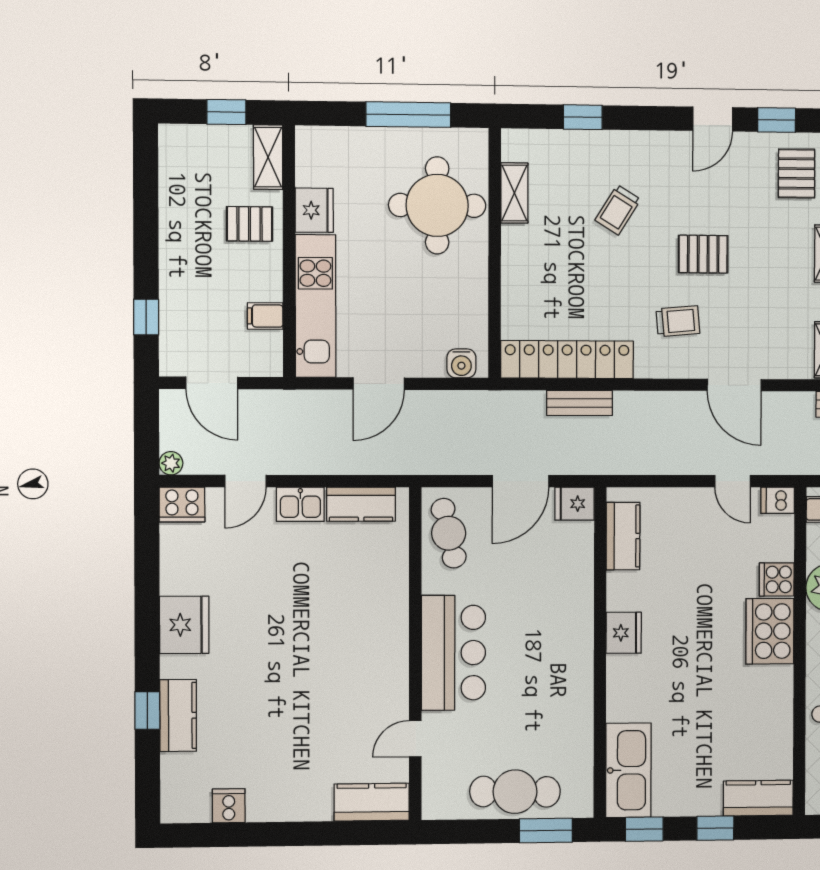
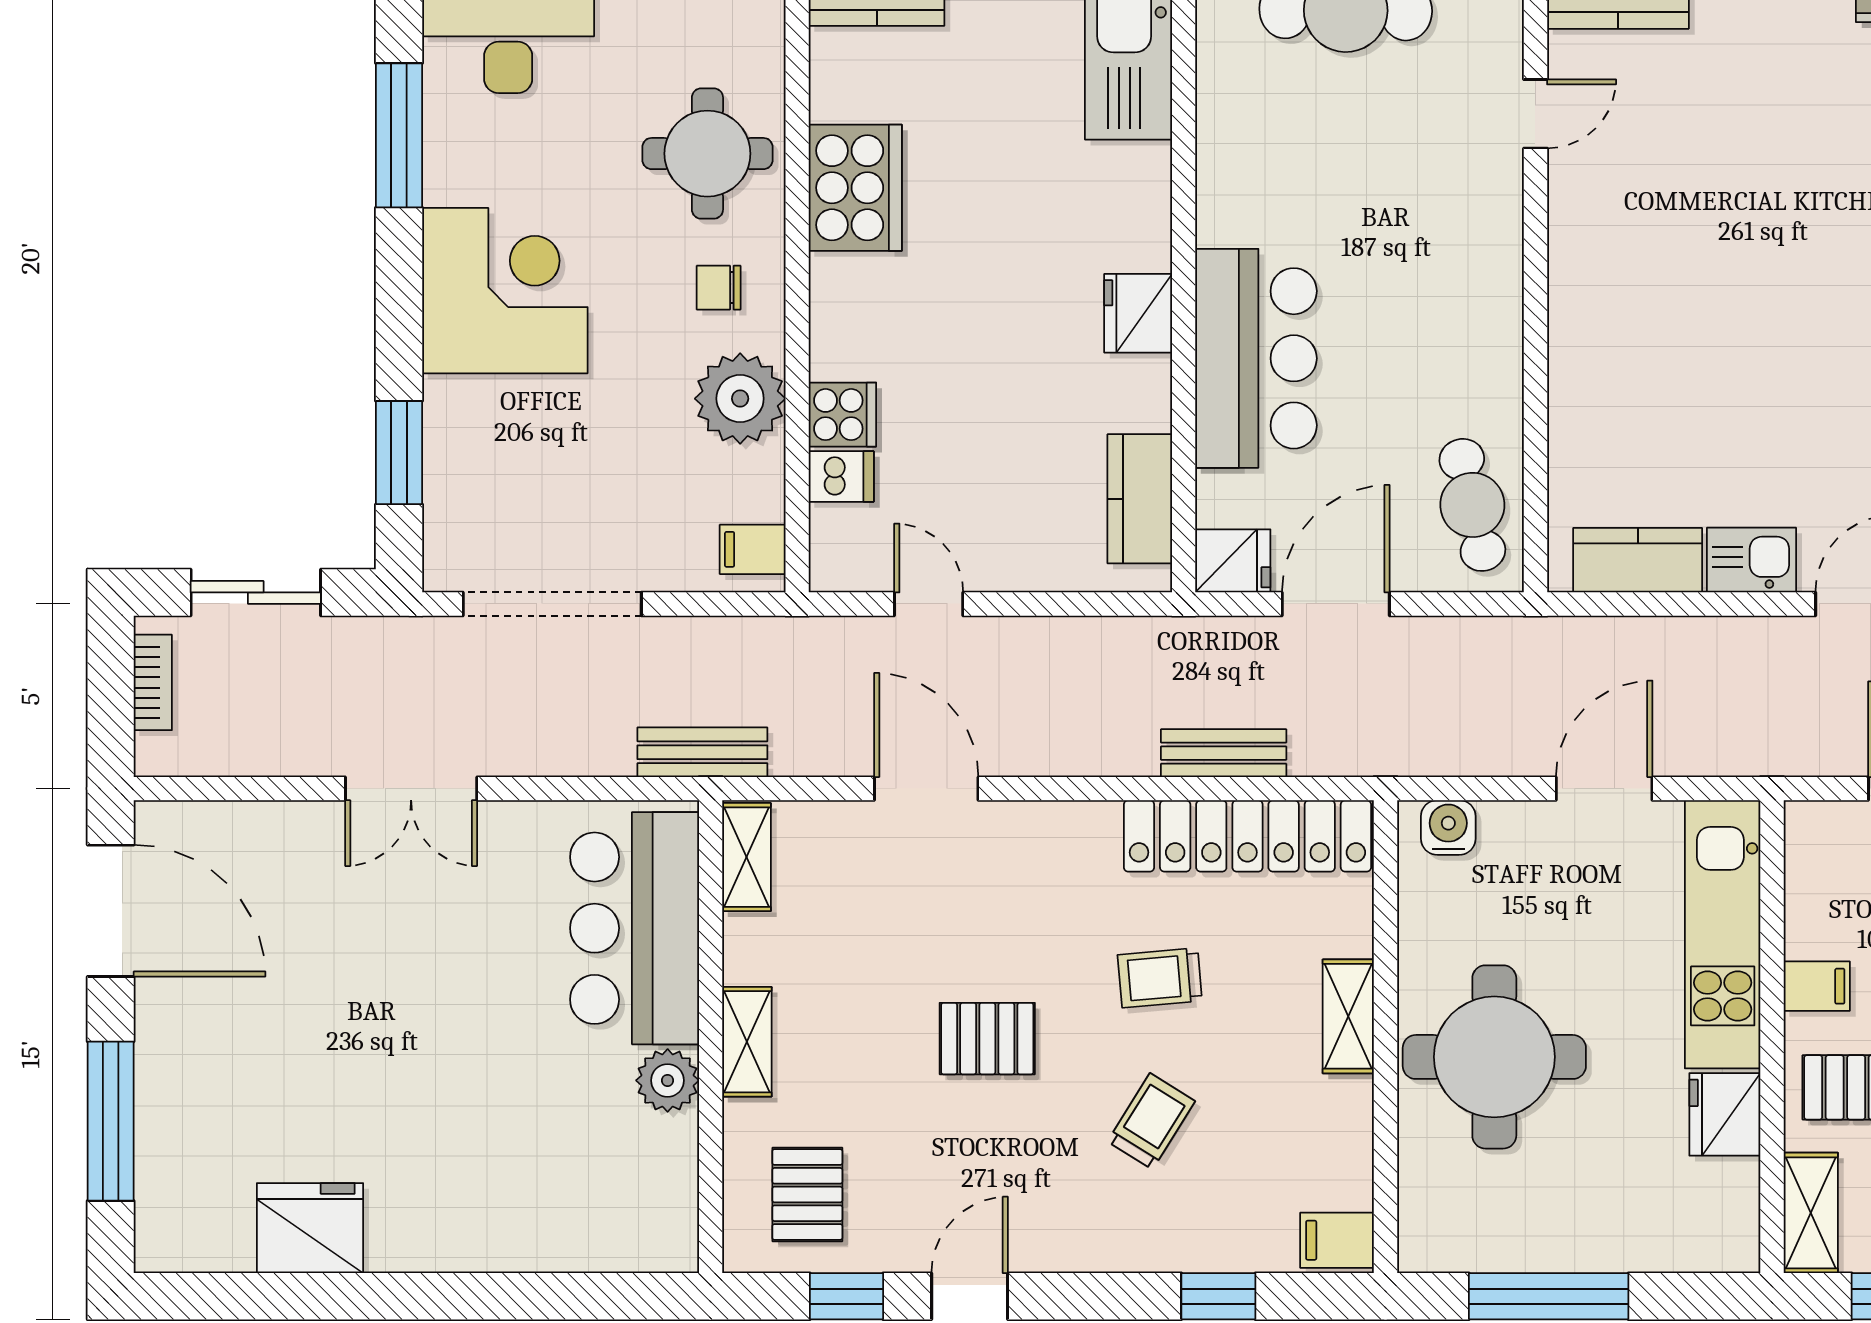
filing cabinet: (520, 146) -> (1337, 1240), added
shelving: (514, 193) -> (1348, 1016), moved
round table: (437, 205) -> (1494, 1057), moved
filing cabinet: (265, 316) -> (1817, 986), moved
trolley: (678, 321) -> (1160, 978), moved
dishwasher: (778, 500) -> (841, 476), moved
cooker: (770, 631) -> (855, 188), moved
bar counter: (453, 653) -> (1256, 358), moved, turned 180

